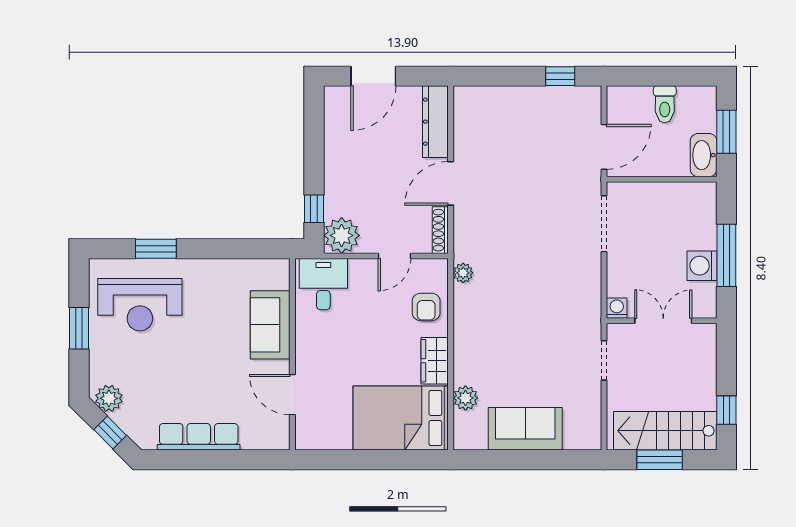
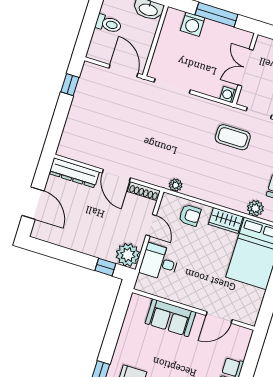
washing machine: (702, 266) -> (193, 24), moved
desk: (323, 284) -> (159, 262), moved
coffee table: (557, 334) -> (233, 137), added

